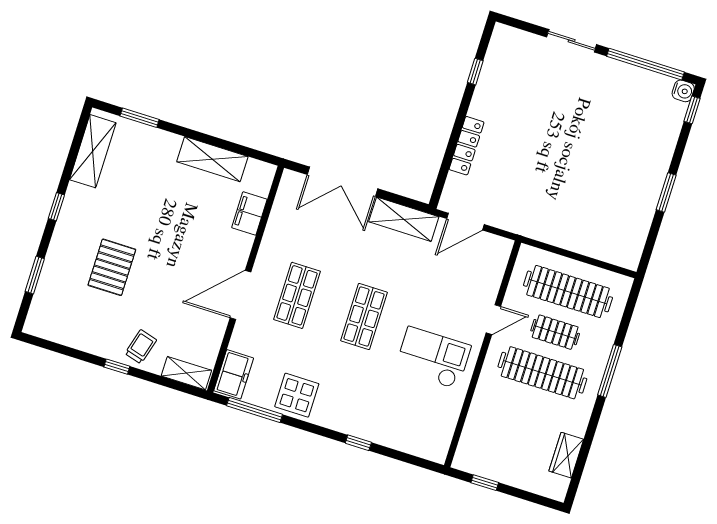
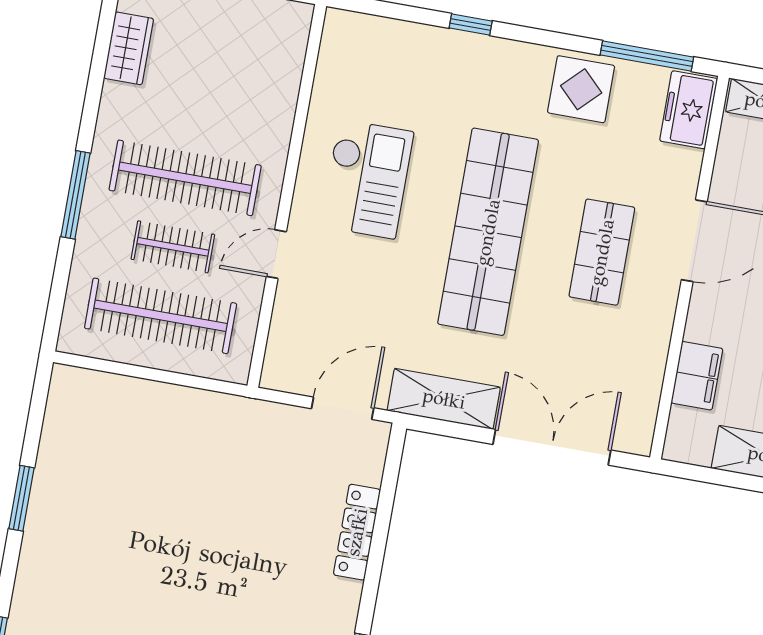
shop shelf: (364, 316) -> (488, 232), width x2.00, depth x1.36
checkout: (433, 358) -> (367, 179), turned -90

